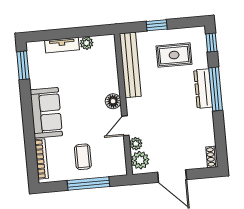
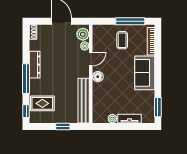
rug: (174, 55) -> (42, 103), moved
dresser: (203, 89) -> (35, 65), moved
window: (88, 184) -> (130, 21), moved

